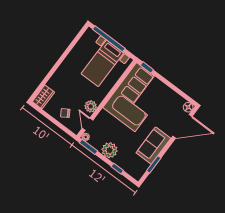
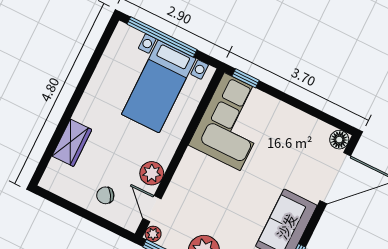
wardrobe: (43, 97) -> (72, 143), moved
corner sofa: (136, 97) -> (232, 122), width x0.73, depth x0.74

